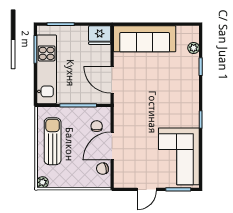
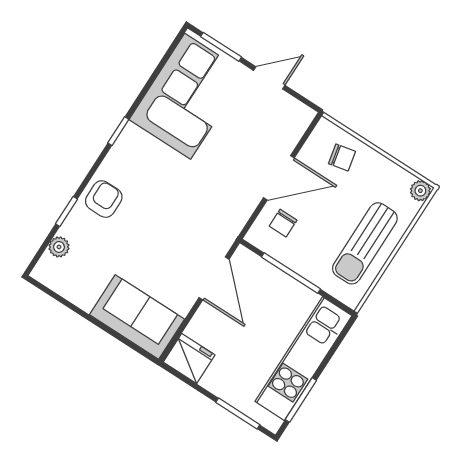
sofa: (145, 39) -> (137, 317), width x0.73
armchair: (187, 84) -> (104, 199), added
chair: (103, 169) -> (342, 157), moved

